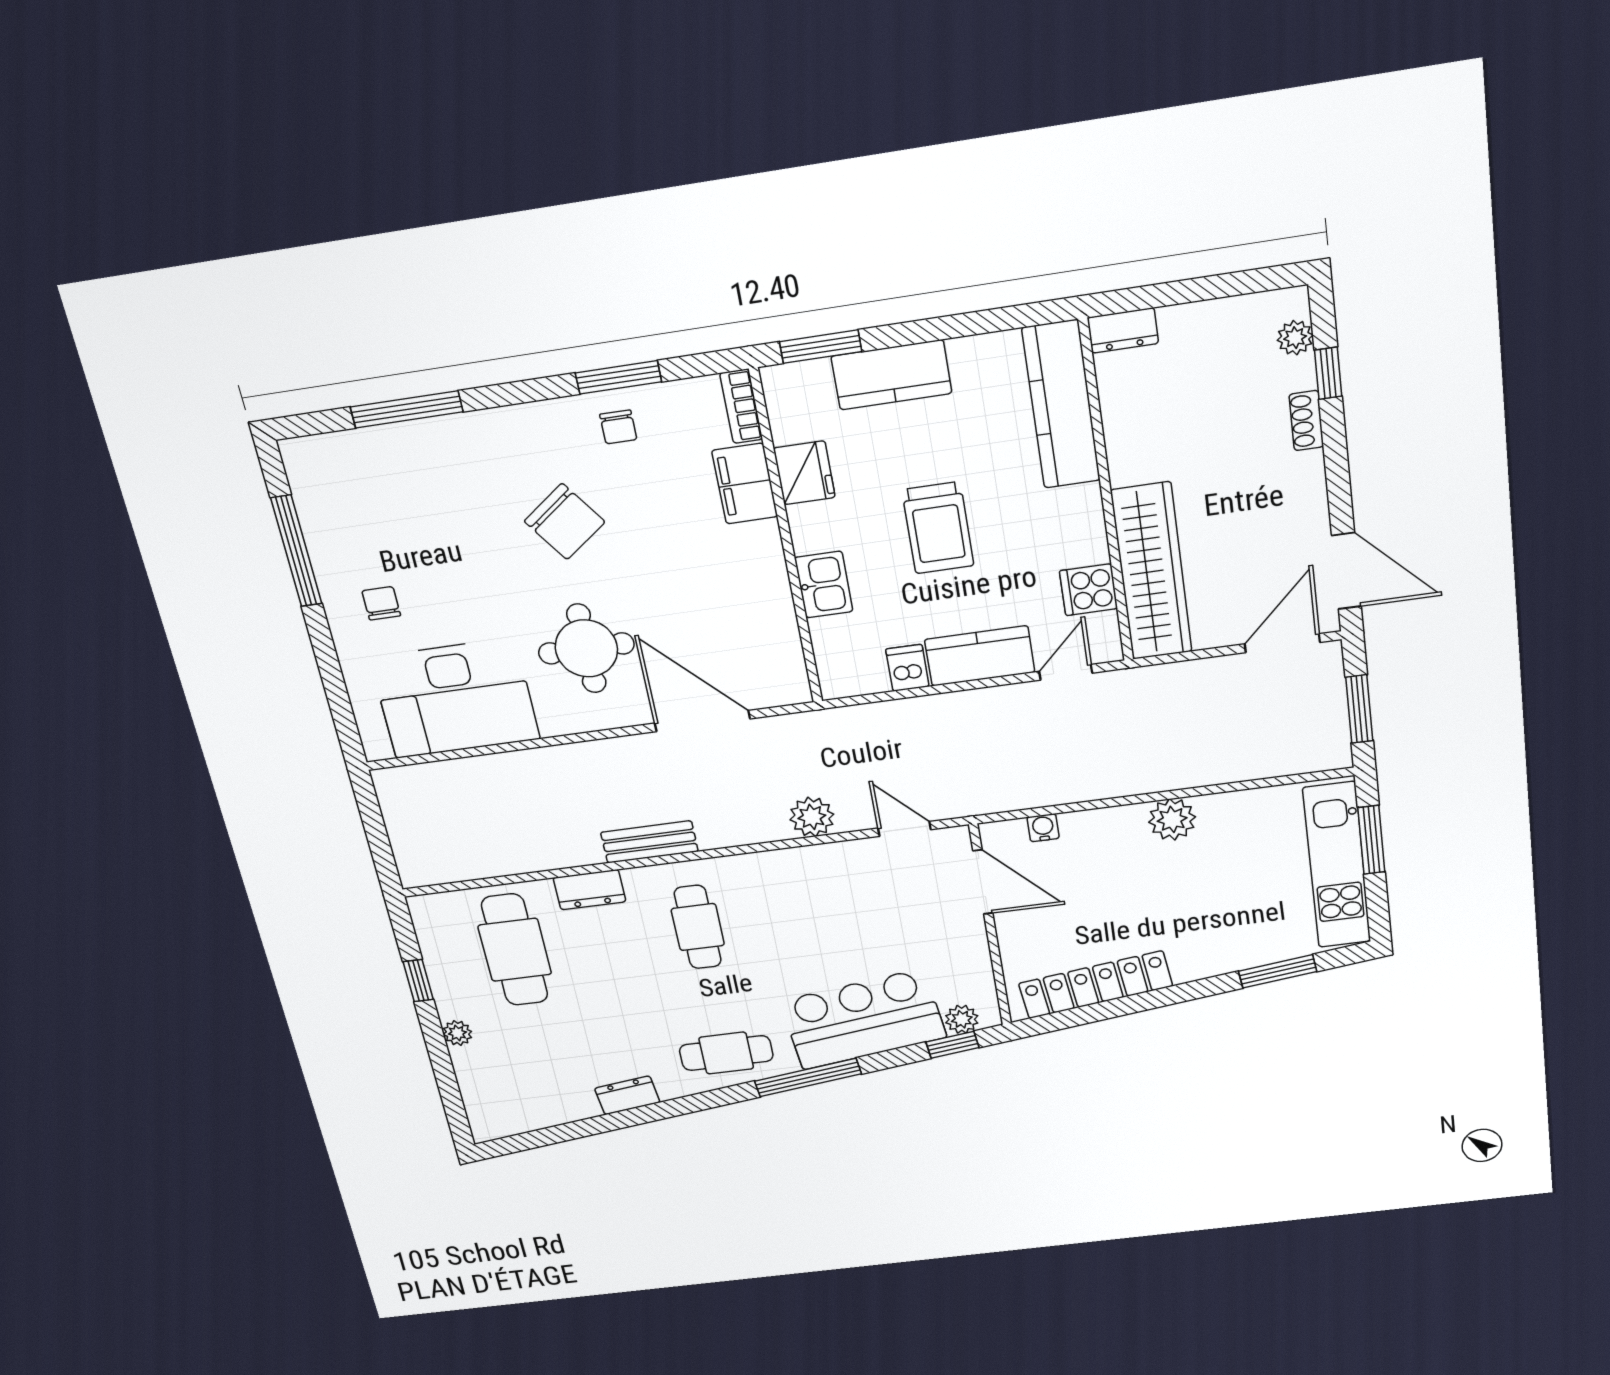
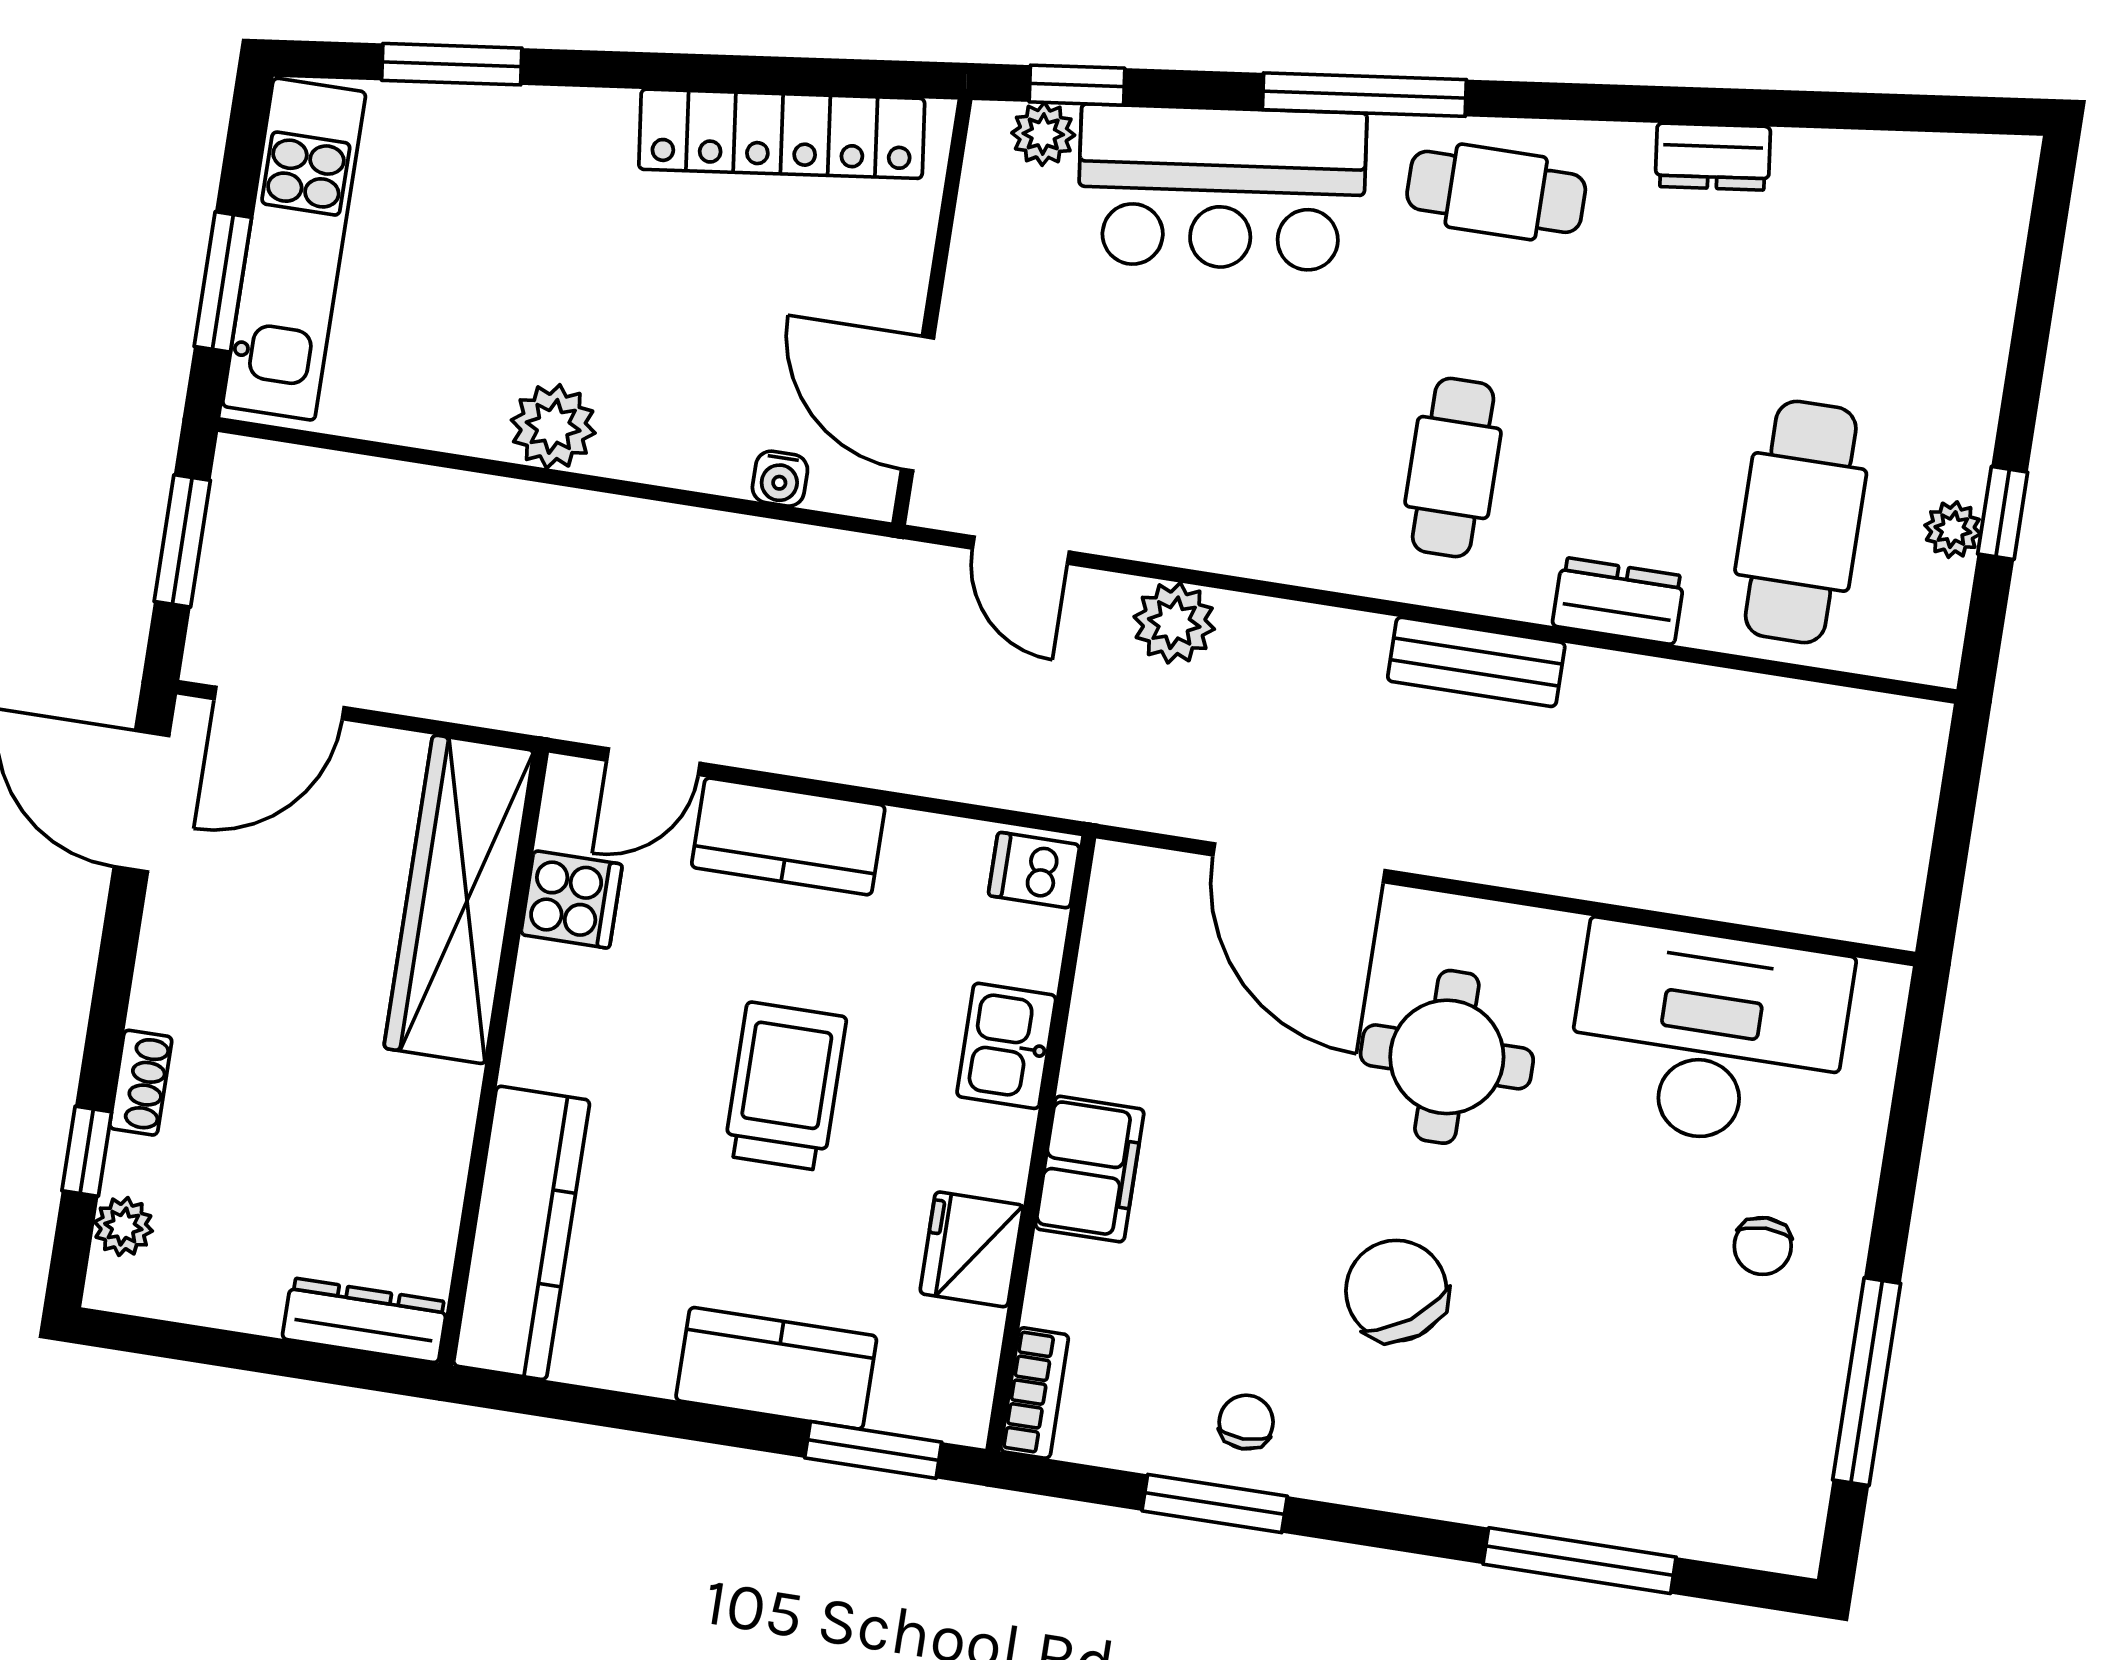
dresser: (1123, 330) -> (365, 1320), width x1.44
filing cabinet: (745, 484) -> (1090, 1169), moved
dishwasher: (907, 668) -> (1034, 870), moved, turned 90
plant: (457, 1033) -> (1953, 530), moved

